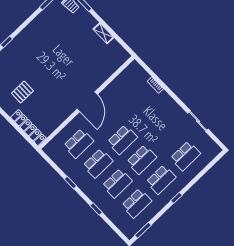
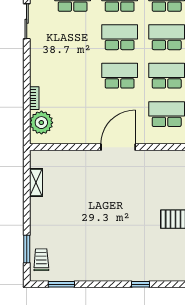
shelving: (103, 33) -> (36, 182), moved
plant: (139, 76) -> (41, 123), added

